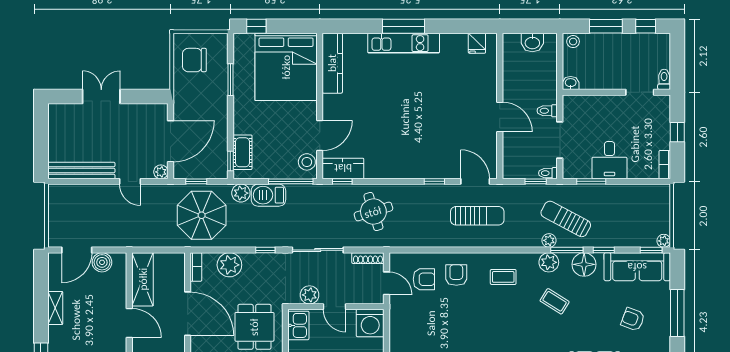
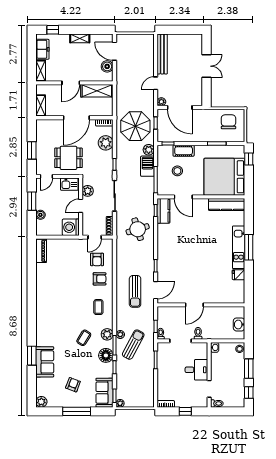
fridge: (477, 43) -> (239, 275), moved
cot: (243, 152) -> (184, 151), moved
desk: (609, 160) -> (196, 370), moved, turned 180
stool: (307, 162) -> (177, 171), moved
sofa: (637, 267) -> (105, 393), width x0.73

